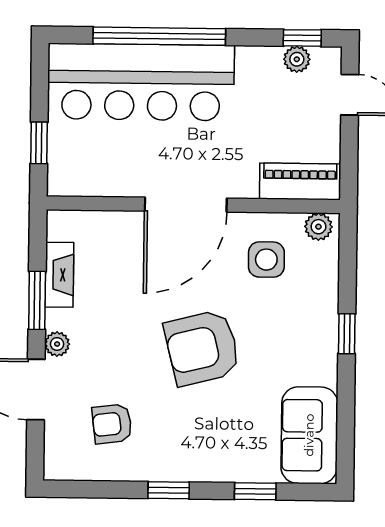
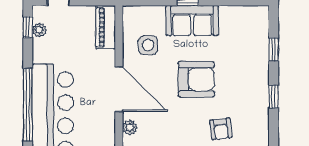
plant: (318, 227) -> (130, 127), moved
armchair: (202, 348) -> (196, 79), turned -76
armchair: (112, 424) -> (221, 129), moved
sofa: (309, 435) -> (192, 21), moved

